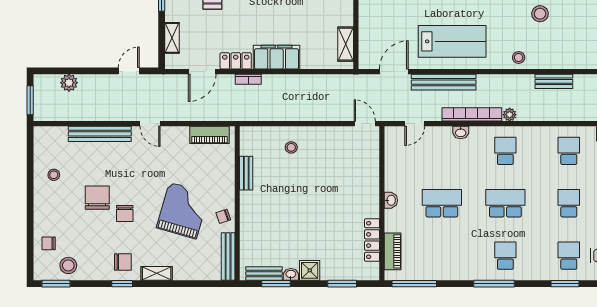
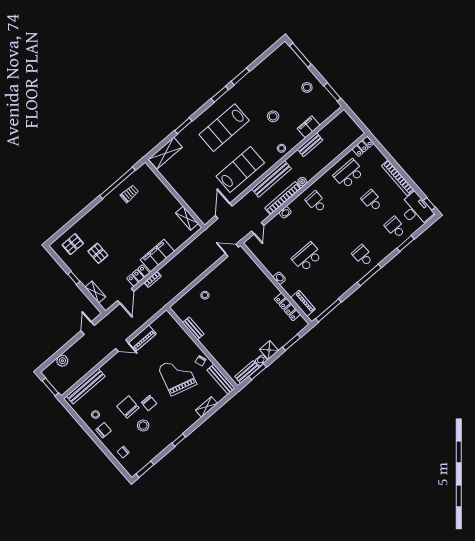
filing cabinet: (569, 60) -> (309, 127), added
bench: (444, 82) -> (272, 179), moved
bench: (100, 134) -> (86, 386), moved
piano: (209, 135) -> (142, 338), moved
school desk: (569, 151) -> (349, 174), width x1.85
school desk: (505, 203) -> (339, 229), removed
chair: (123, 262) -> (103, 430), moved
stool: (68, 265) -> (143, 426), moved
shelving: (157, 273) -> (207, 407), moved

